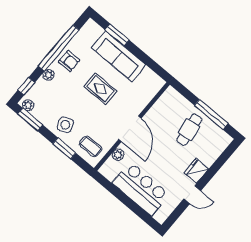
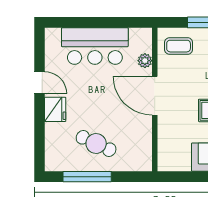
cafe table: (189, 130) -> (96, 144), turned -57
door: (192, 195) -> (39, 83), swing flipped

